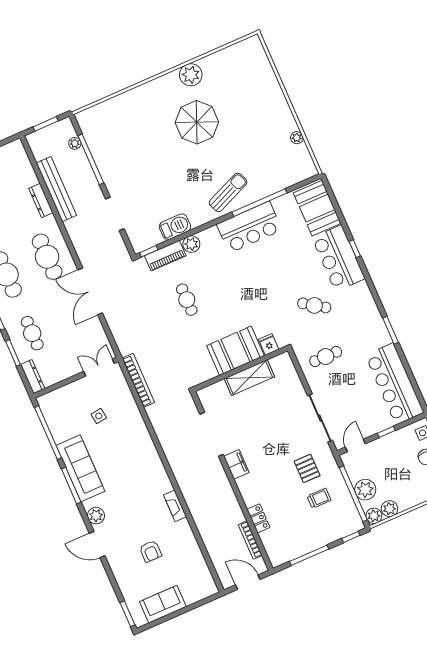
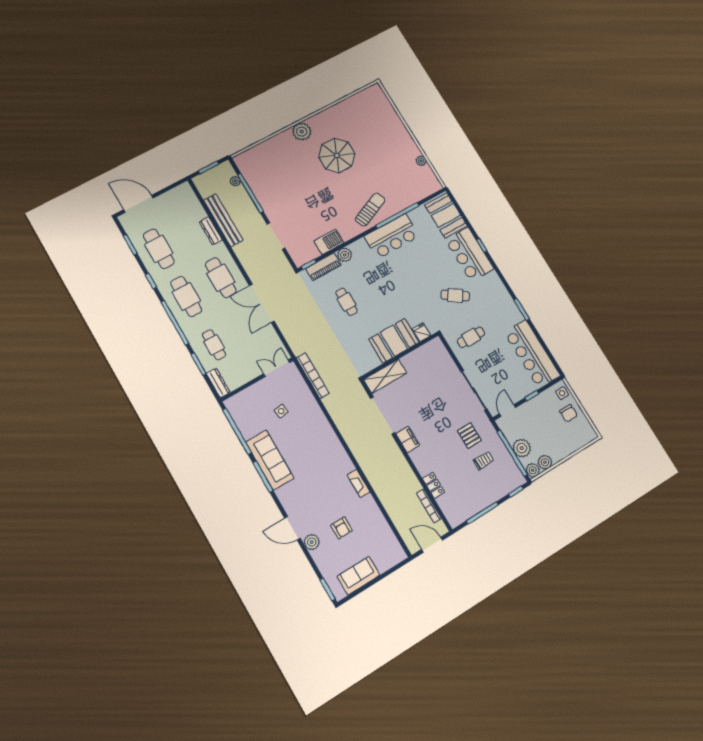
plant: (191, 75) -> (302, 132), moved
shelving: (249, 378) -> (385, 376), moved
plant: (96, 516) -> (312, 542), moved

